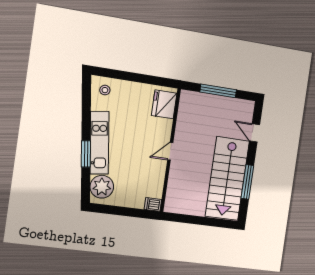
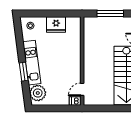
fridge: (164, 104) -> (56, 24), moved, turned -90
door: (170, 151) -> (82, 89), moved

